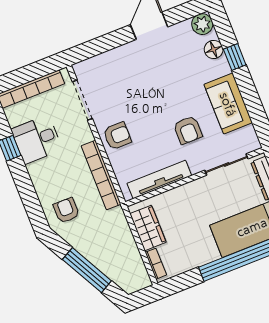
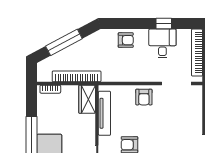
bookcase: (101, 175) -> (77, 76), moved
armchair: (66, 210) -> (126, 40), moved
wardrobe: (148, 228) -> (87, 99), moved, turned 90

